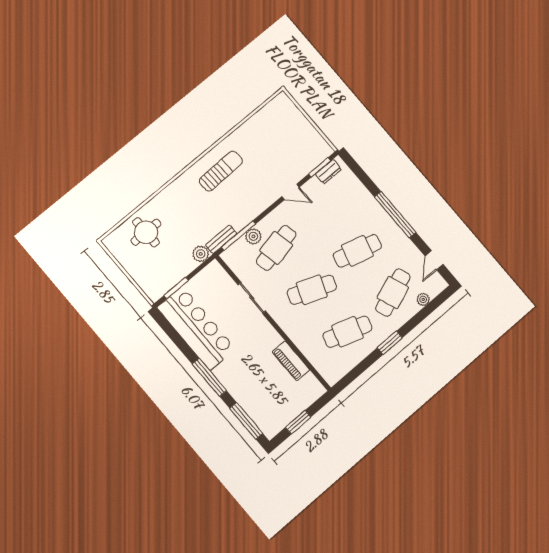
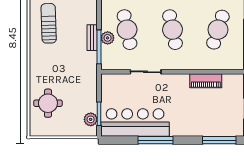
bench: (221, 239) -> (92, 38), moved
plant: (201, 254) -> (91, 119), moved
cafe table: (312, 290) -> (172, 30), turned -33
window: (209, 377) -> (156, 140), moved

